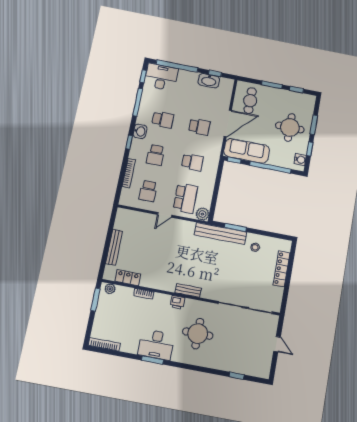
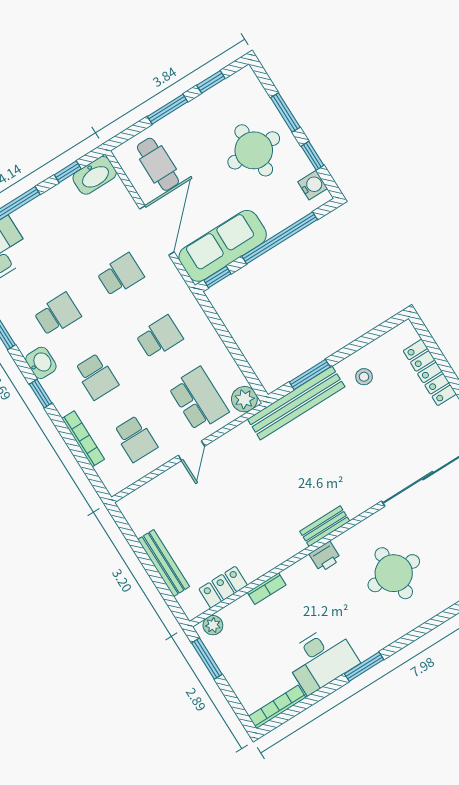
washbasin: (209, 81) -> (95, 175), moved
desk: (156, 344) -> (321, 659), moved

